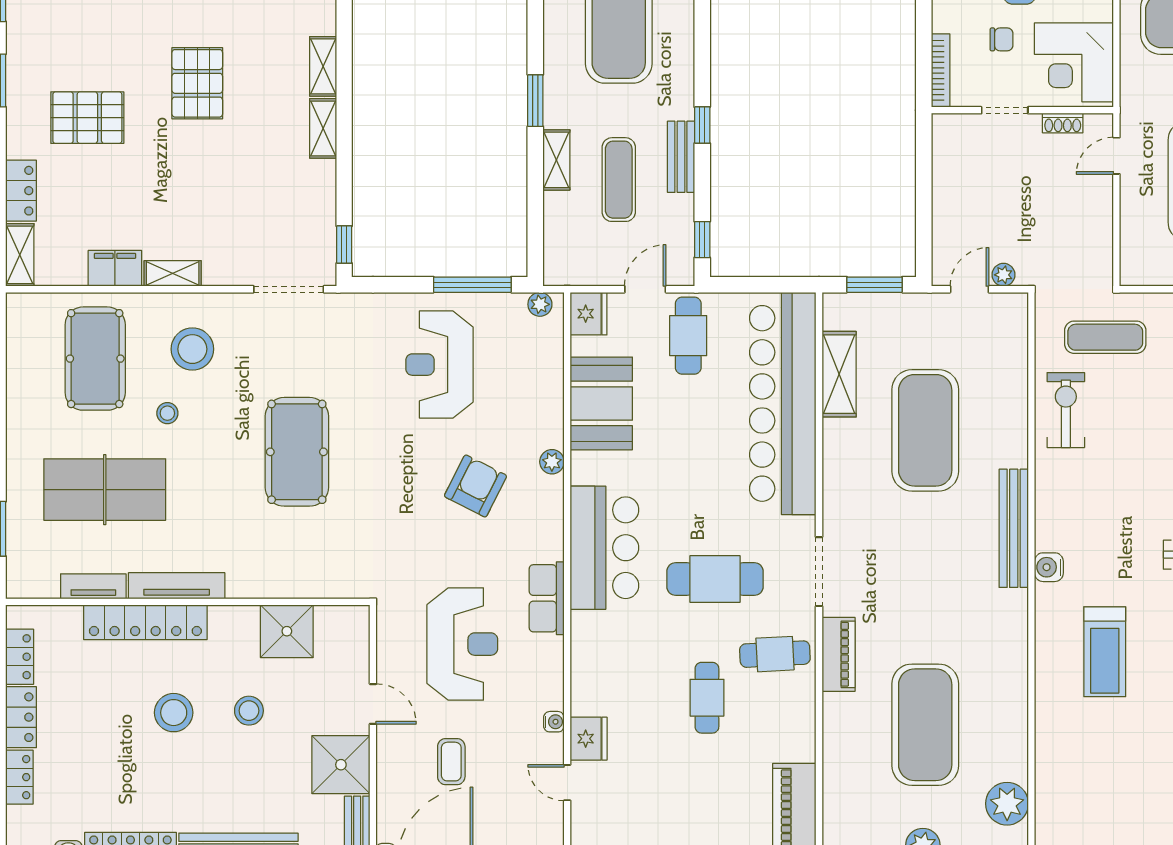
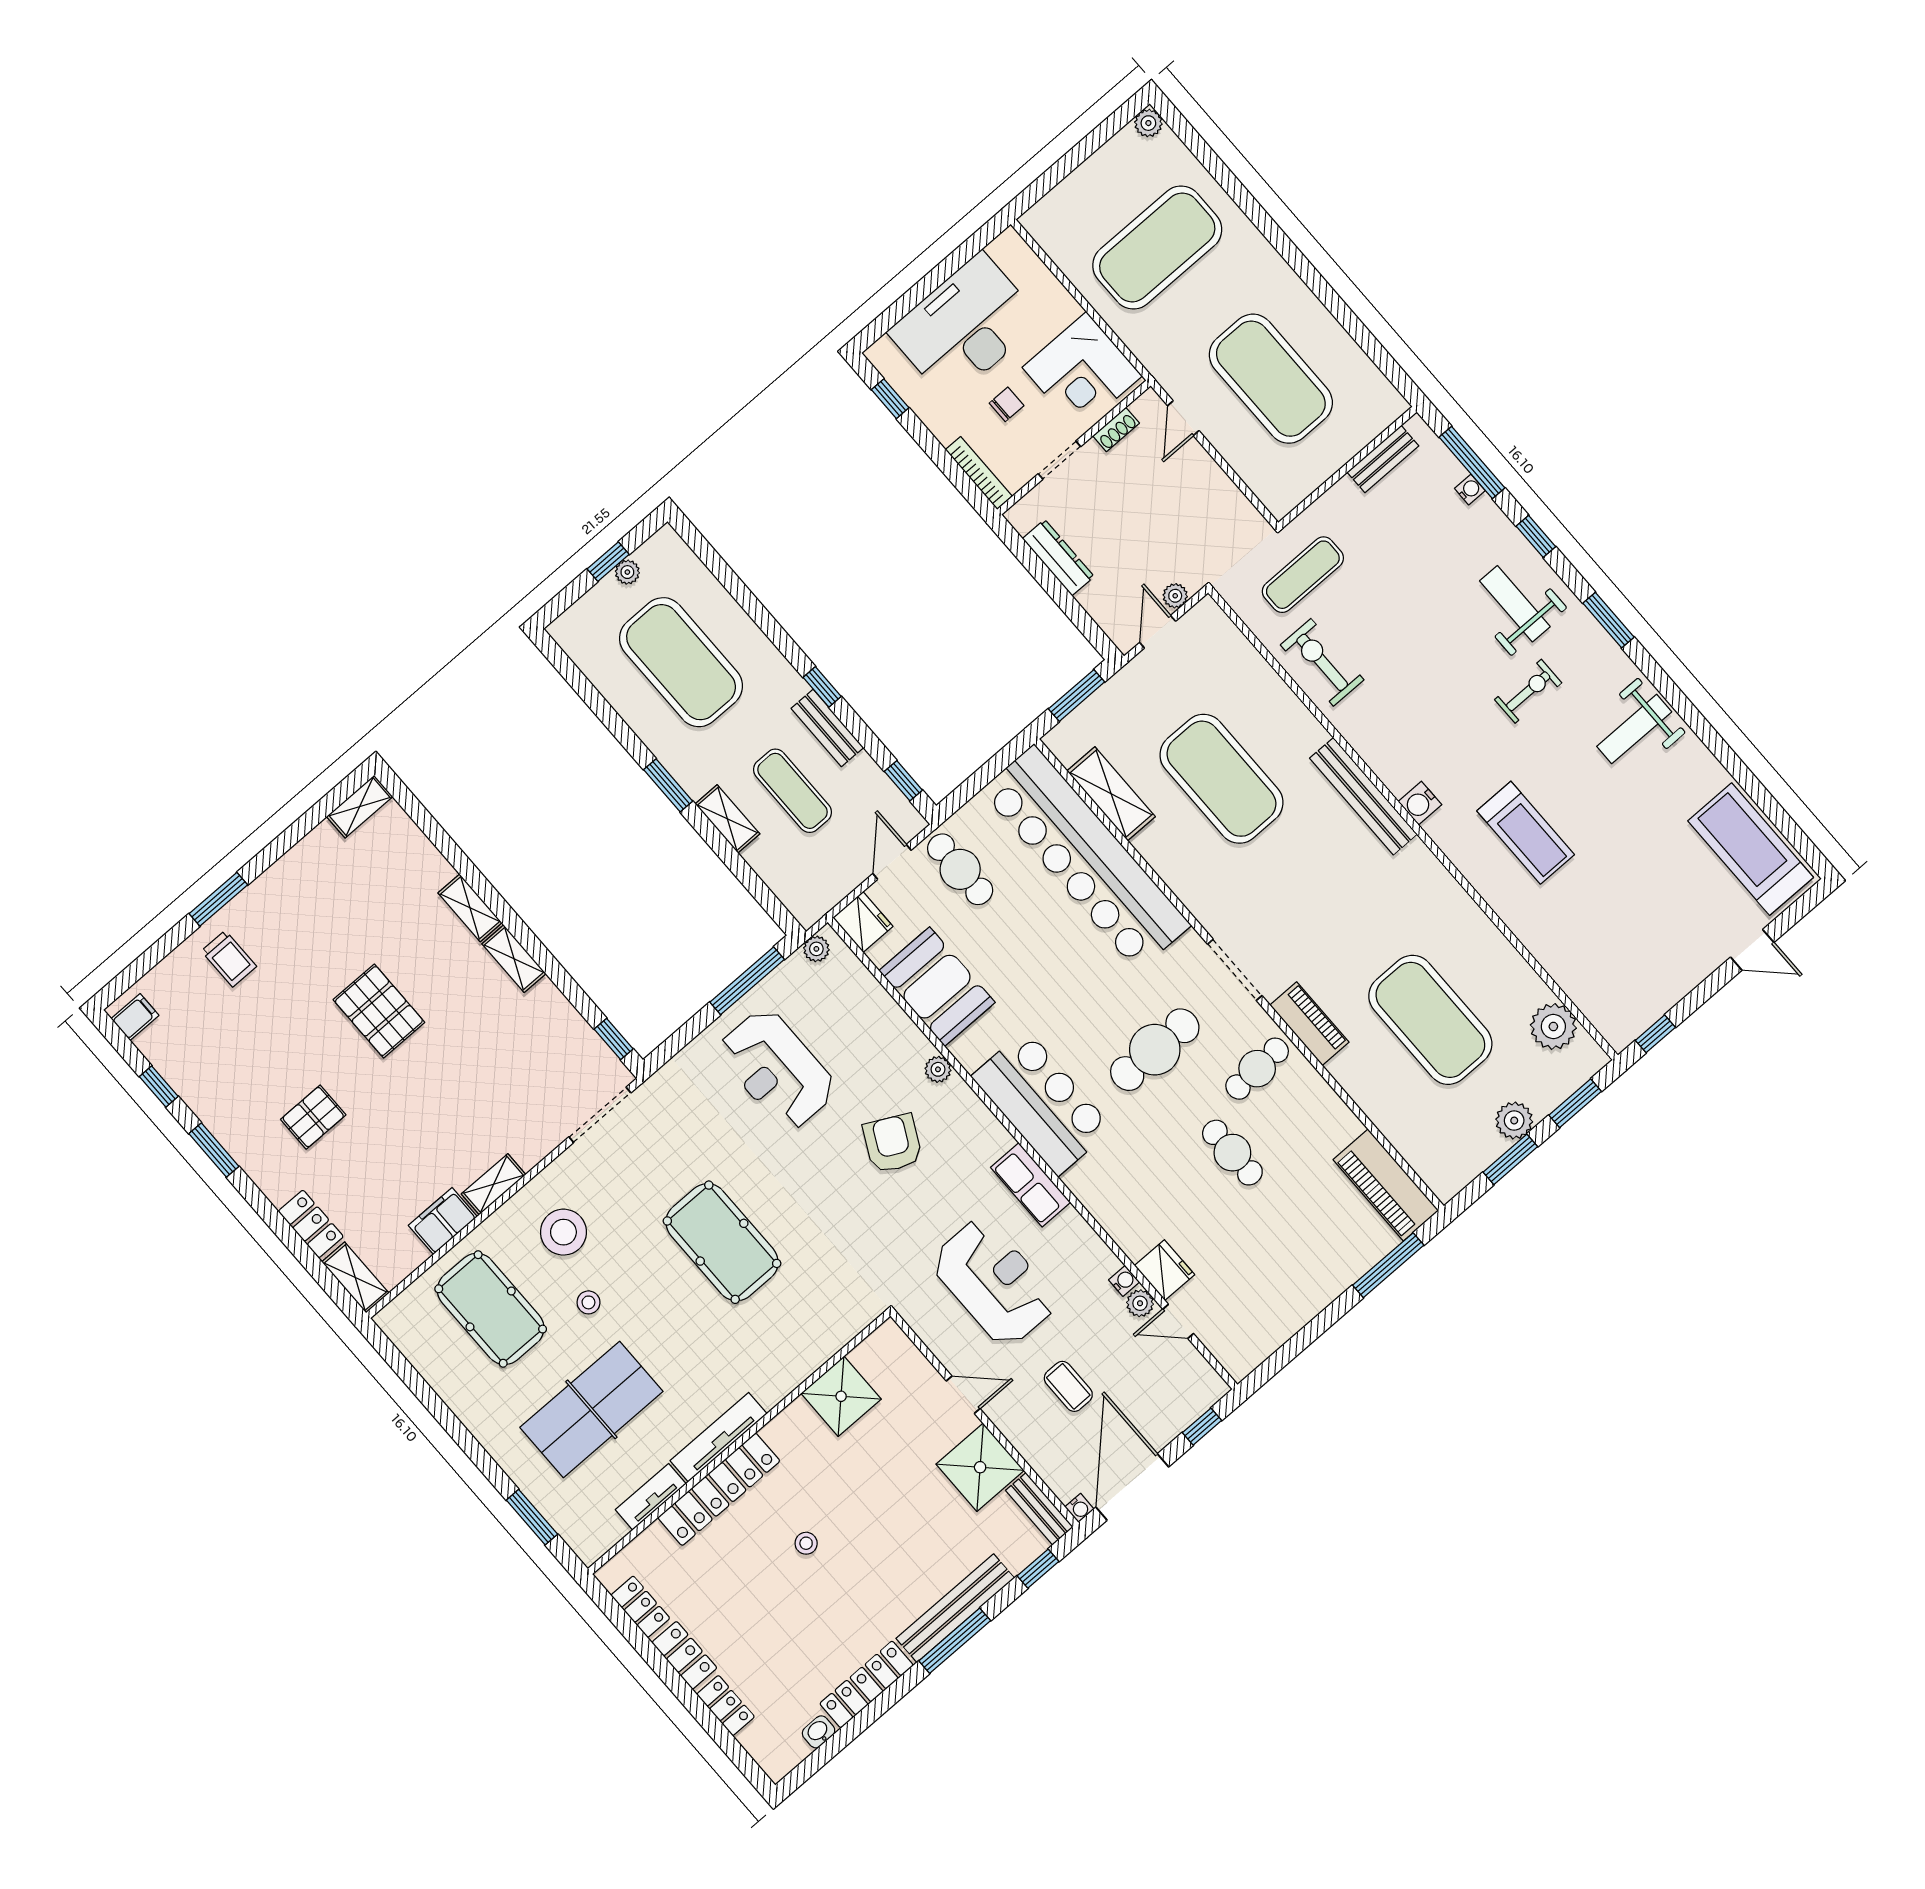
pallet: (87, 118) -> (313, 1117), width x0.67, depth x0.71
dresser: (945, 177) -> (1058, 558), added
stool: (249, 711) -> (866, 1488), removed
stool: (174, 713) -> (806, 1543), width x0.53, depth x0.53
plant: (552, 747) -> (1140, 1303), added

